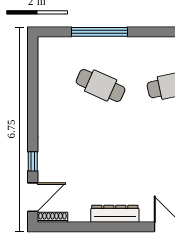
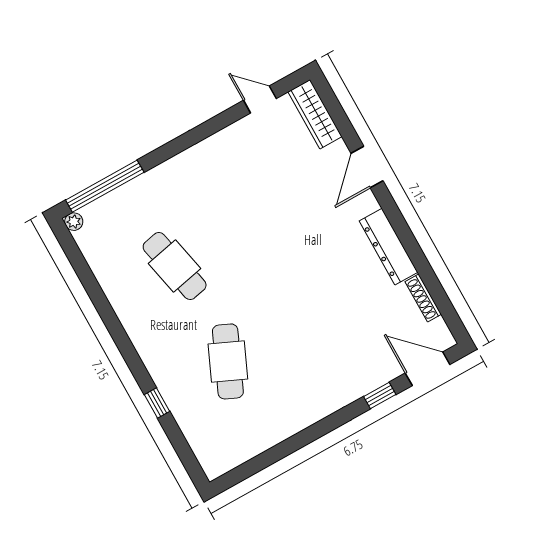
window: (100, 32) -> (157, 403), width x0.32
shoe rack: (52, 217) -> (423, 298), moved

